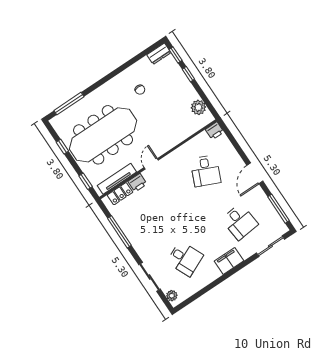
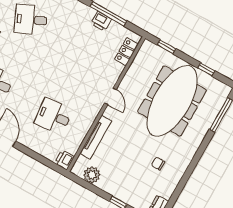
desk: (206, 171) -> (54, 116), turned -30
tv unit: (117, 179) -> (96, 137), moved
printer: (137, 183) -> (101, 21), moved, turned -90

